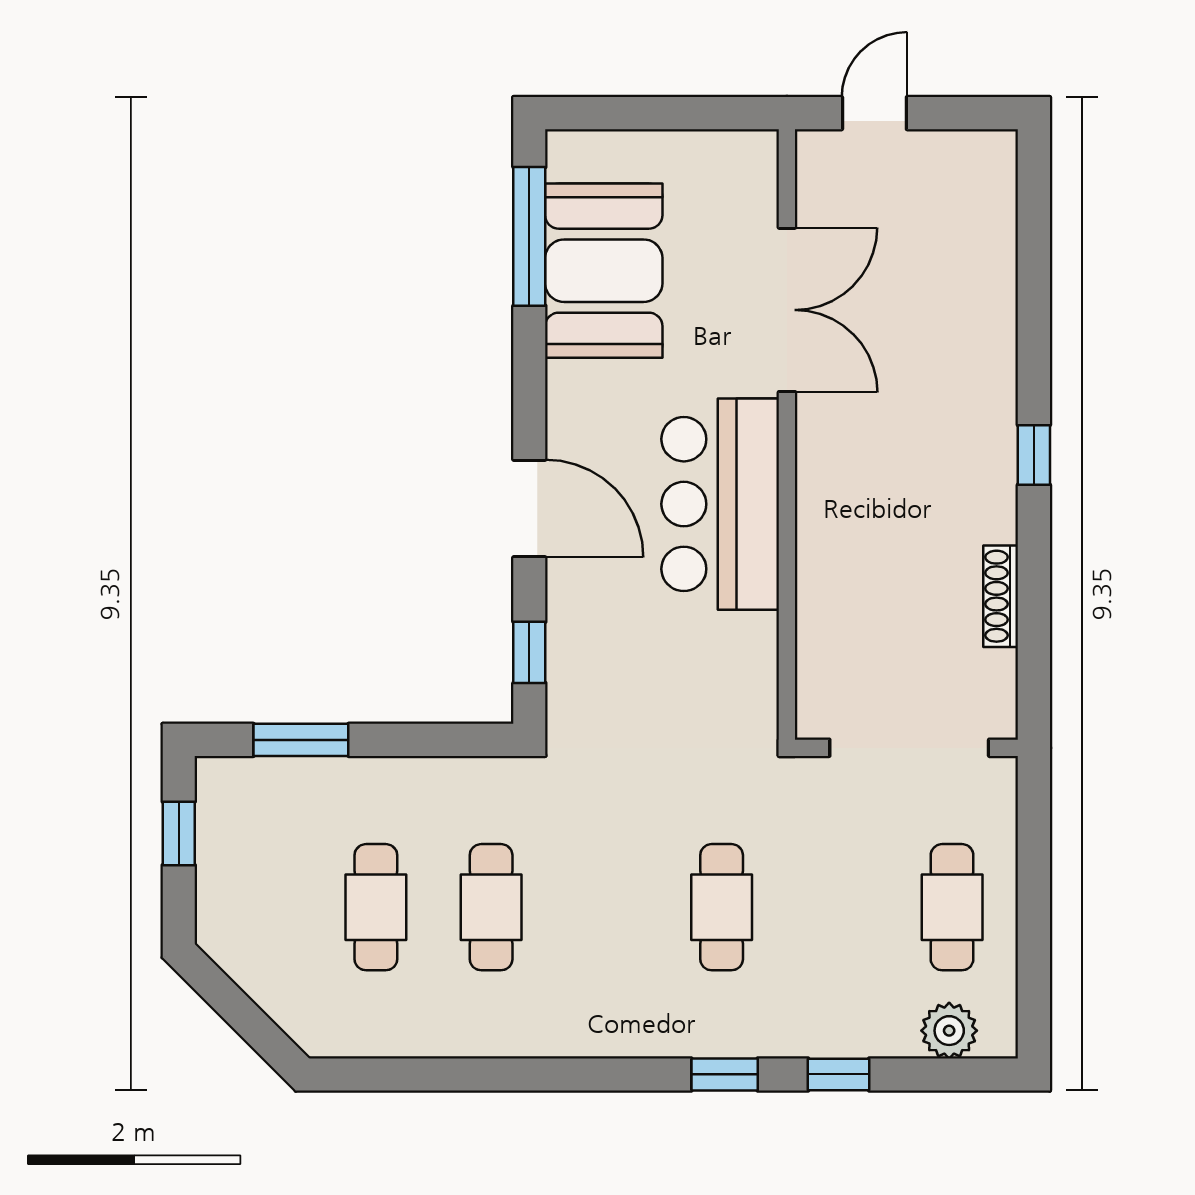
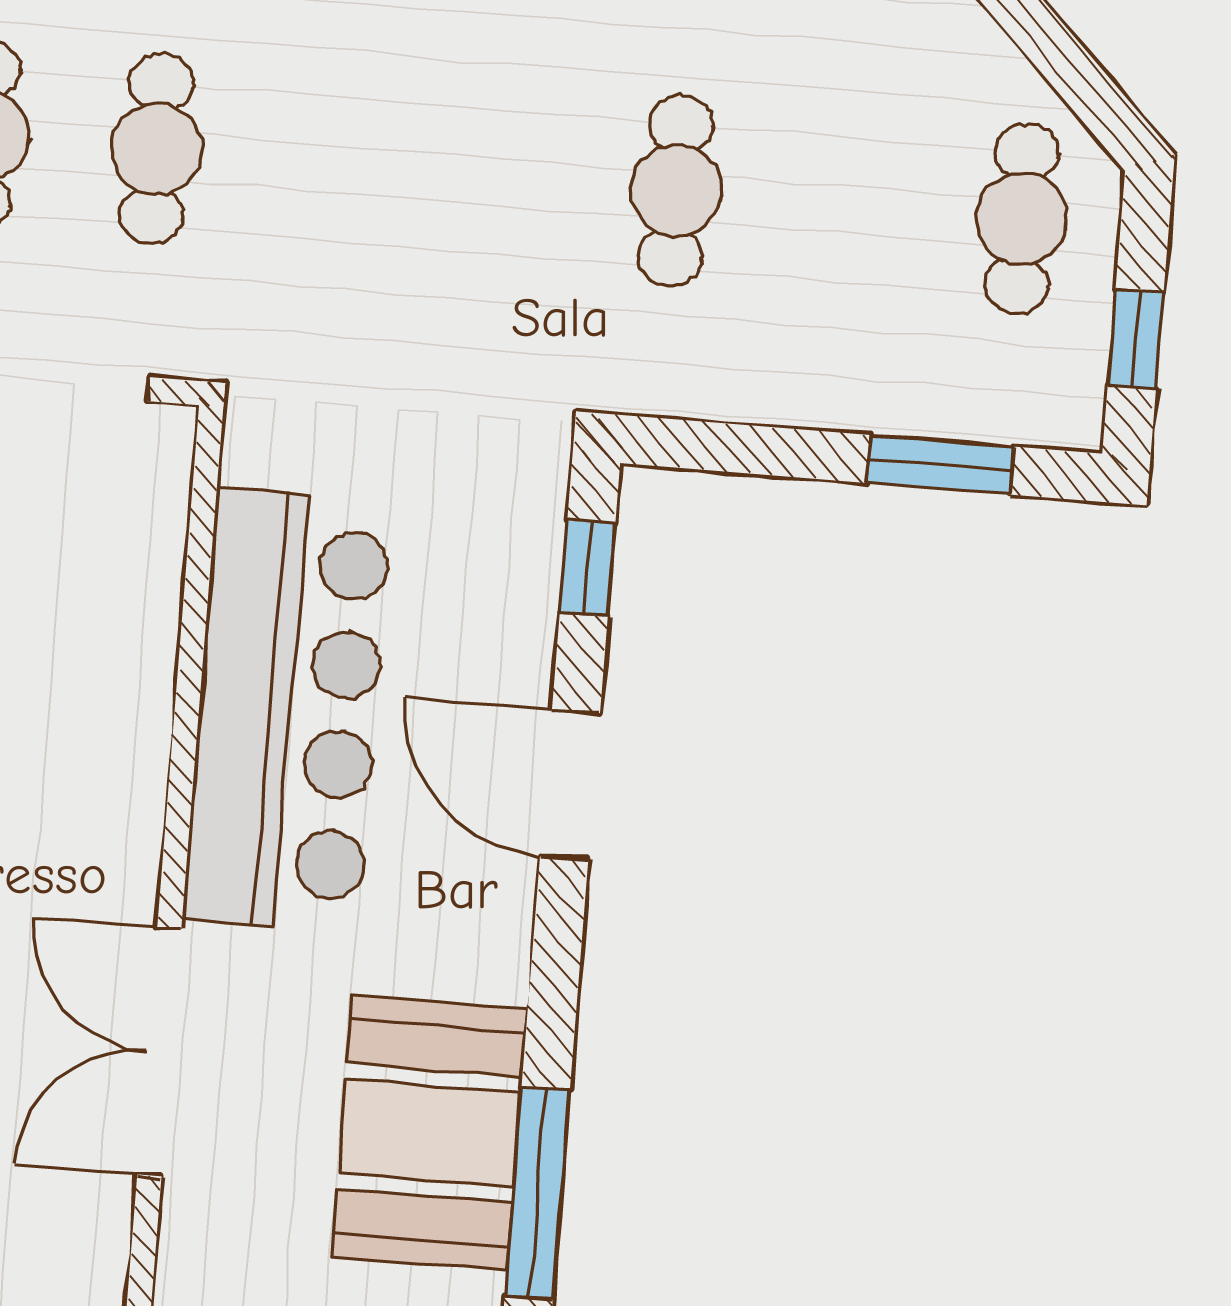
bar counter: (720, 504) -> (288, 711), width x1.36
cafe table: (376, 907) -> (1022, 218), moved
cafe table: (722, 907) -> (157, 149), moved

